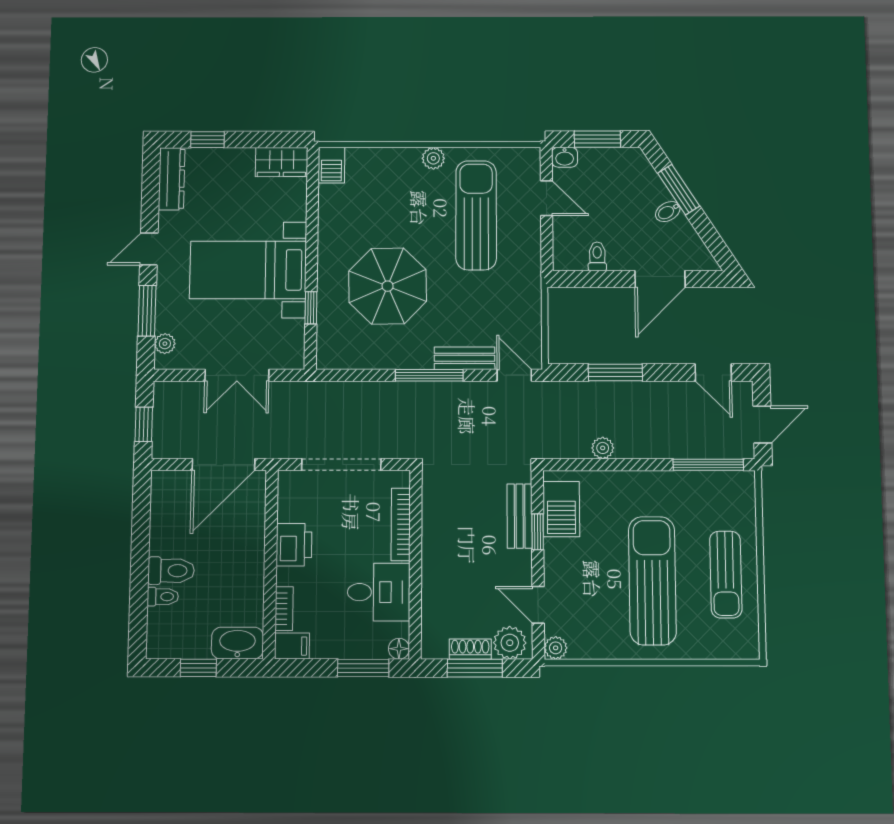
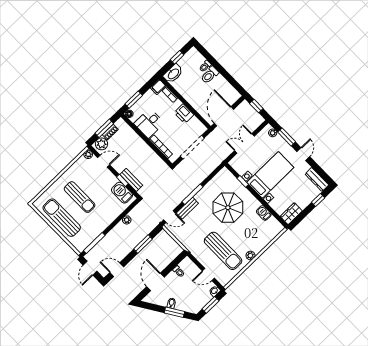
barbecue: (331, 165) -> (264, 213), moved
sun lounger: (726, 575) -> (62, 218), width x1.36, depth x1.34
sun lounger: (652, 581) -> (80, 197), width x0.73, depth x0.75

